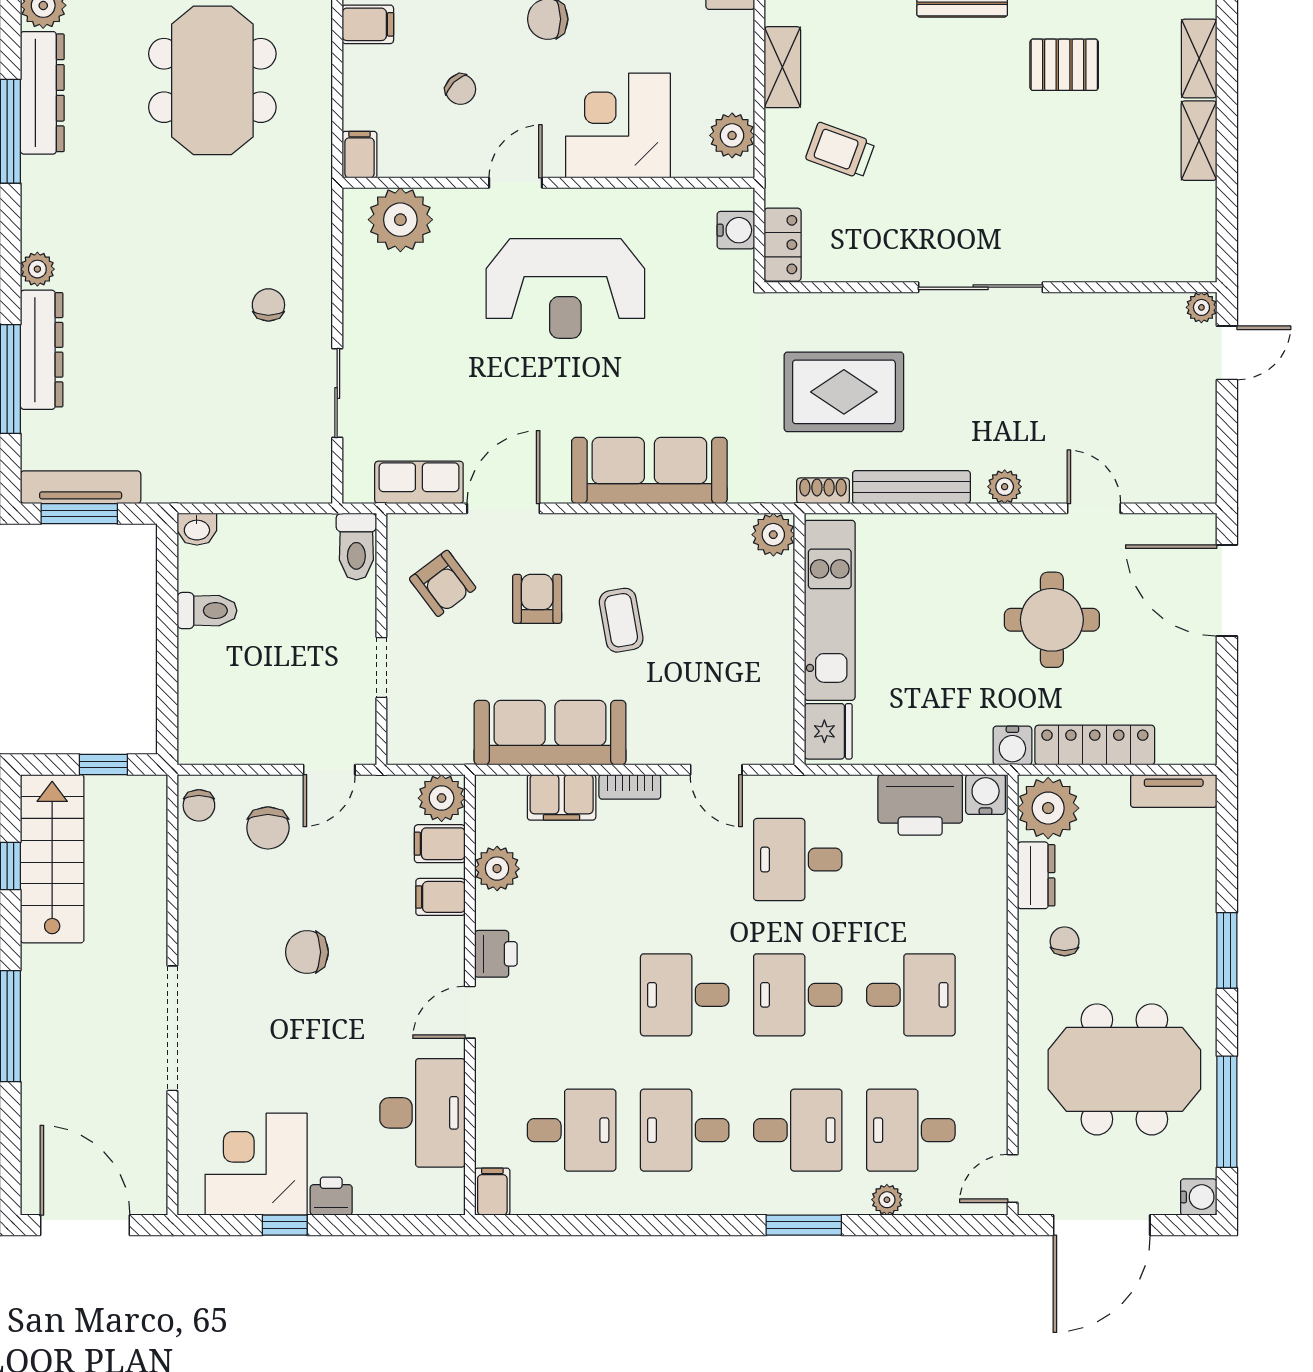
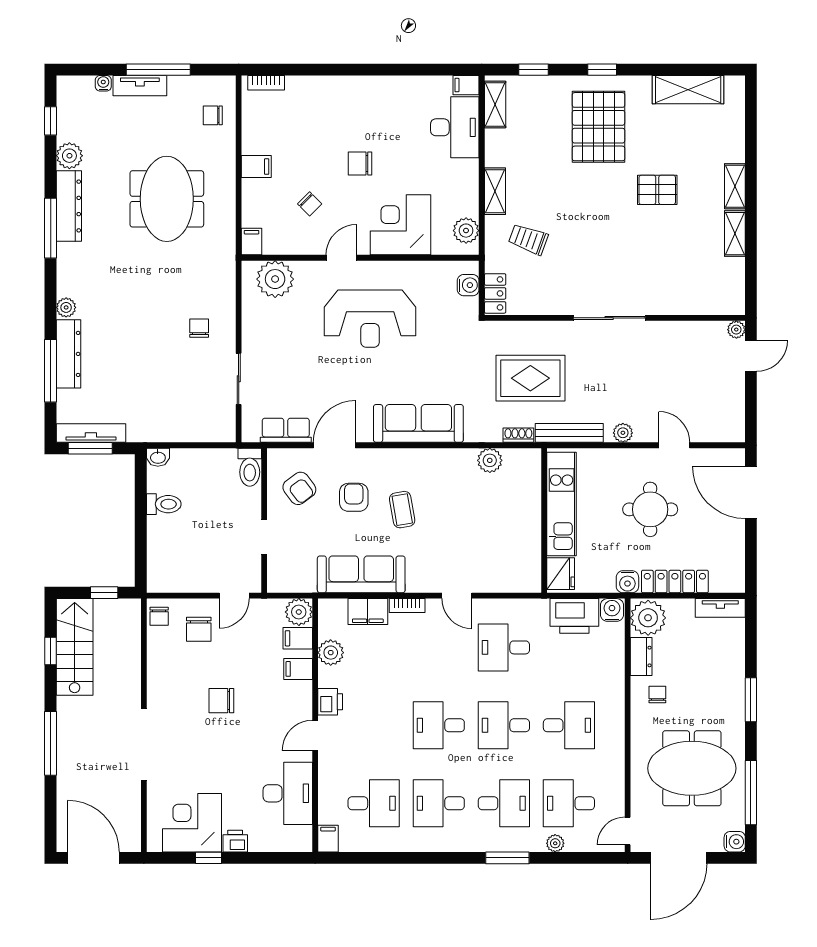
kitchen unit: (830, 610) -> (562, 504), moved
wall: (800, 639) -> (544, 520), moved
fridge: (828, 731) -> (561, 574), moved

